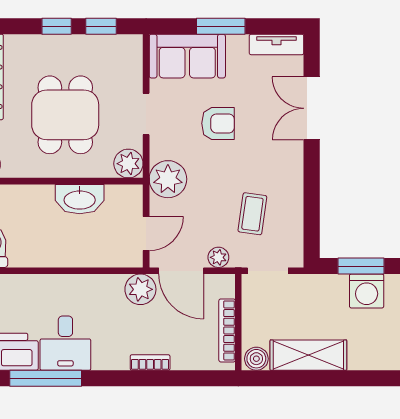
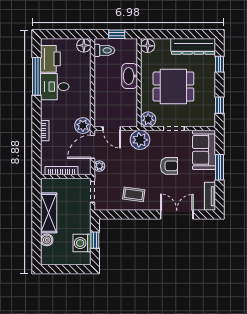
window: (57, 26) -> (219, 64), moved
armchair: (218, 123) -> (169, 166), turned -90
washbasin: (80, 199) -> (130, 76), moved
coffee table: (252, 214) -> (134, 194), moved
window: (361, 266) -> (95, 240), width x0.67
boiler: (256, 359) -> (47, 240), moved

